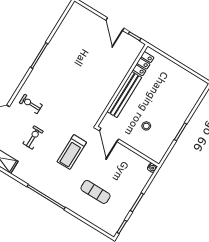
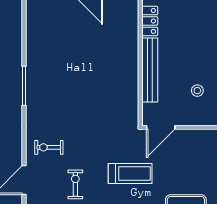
door: (109, 135) -> (161, 127), hinge flipped
treadmill: (72, 152) -> (130, 173), turned -90

